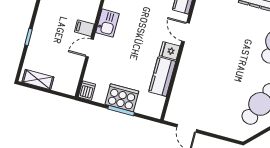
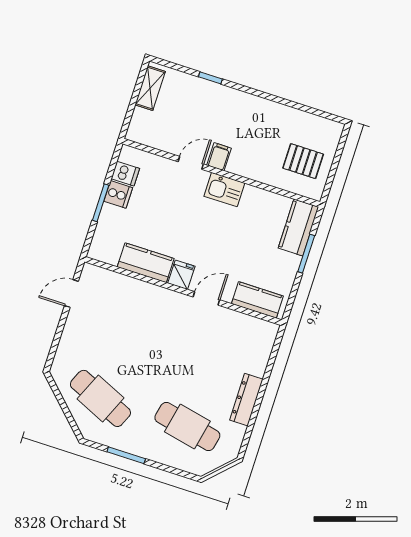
door: (90, 48) -> (191, 163), hinge flipped
dishwasher: (87, 91) -> (125, 174), moved
cooker: (122, 98) -> (118, 194), width x0.53, depth x0.76

